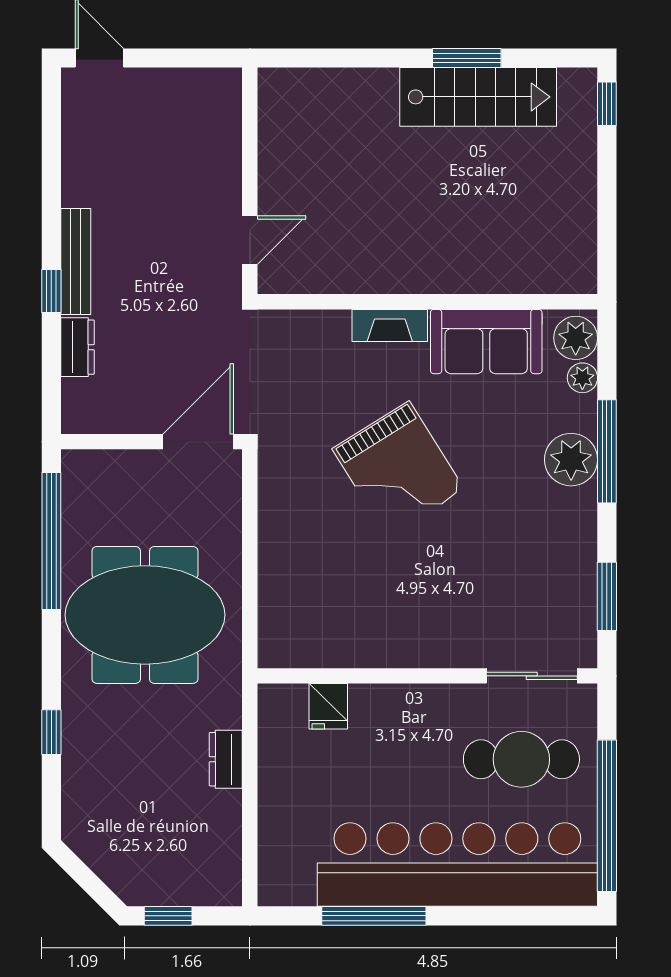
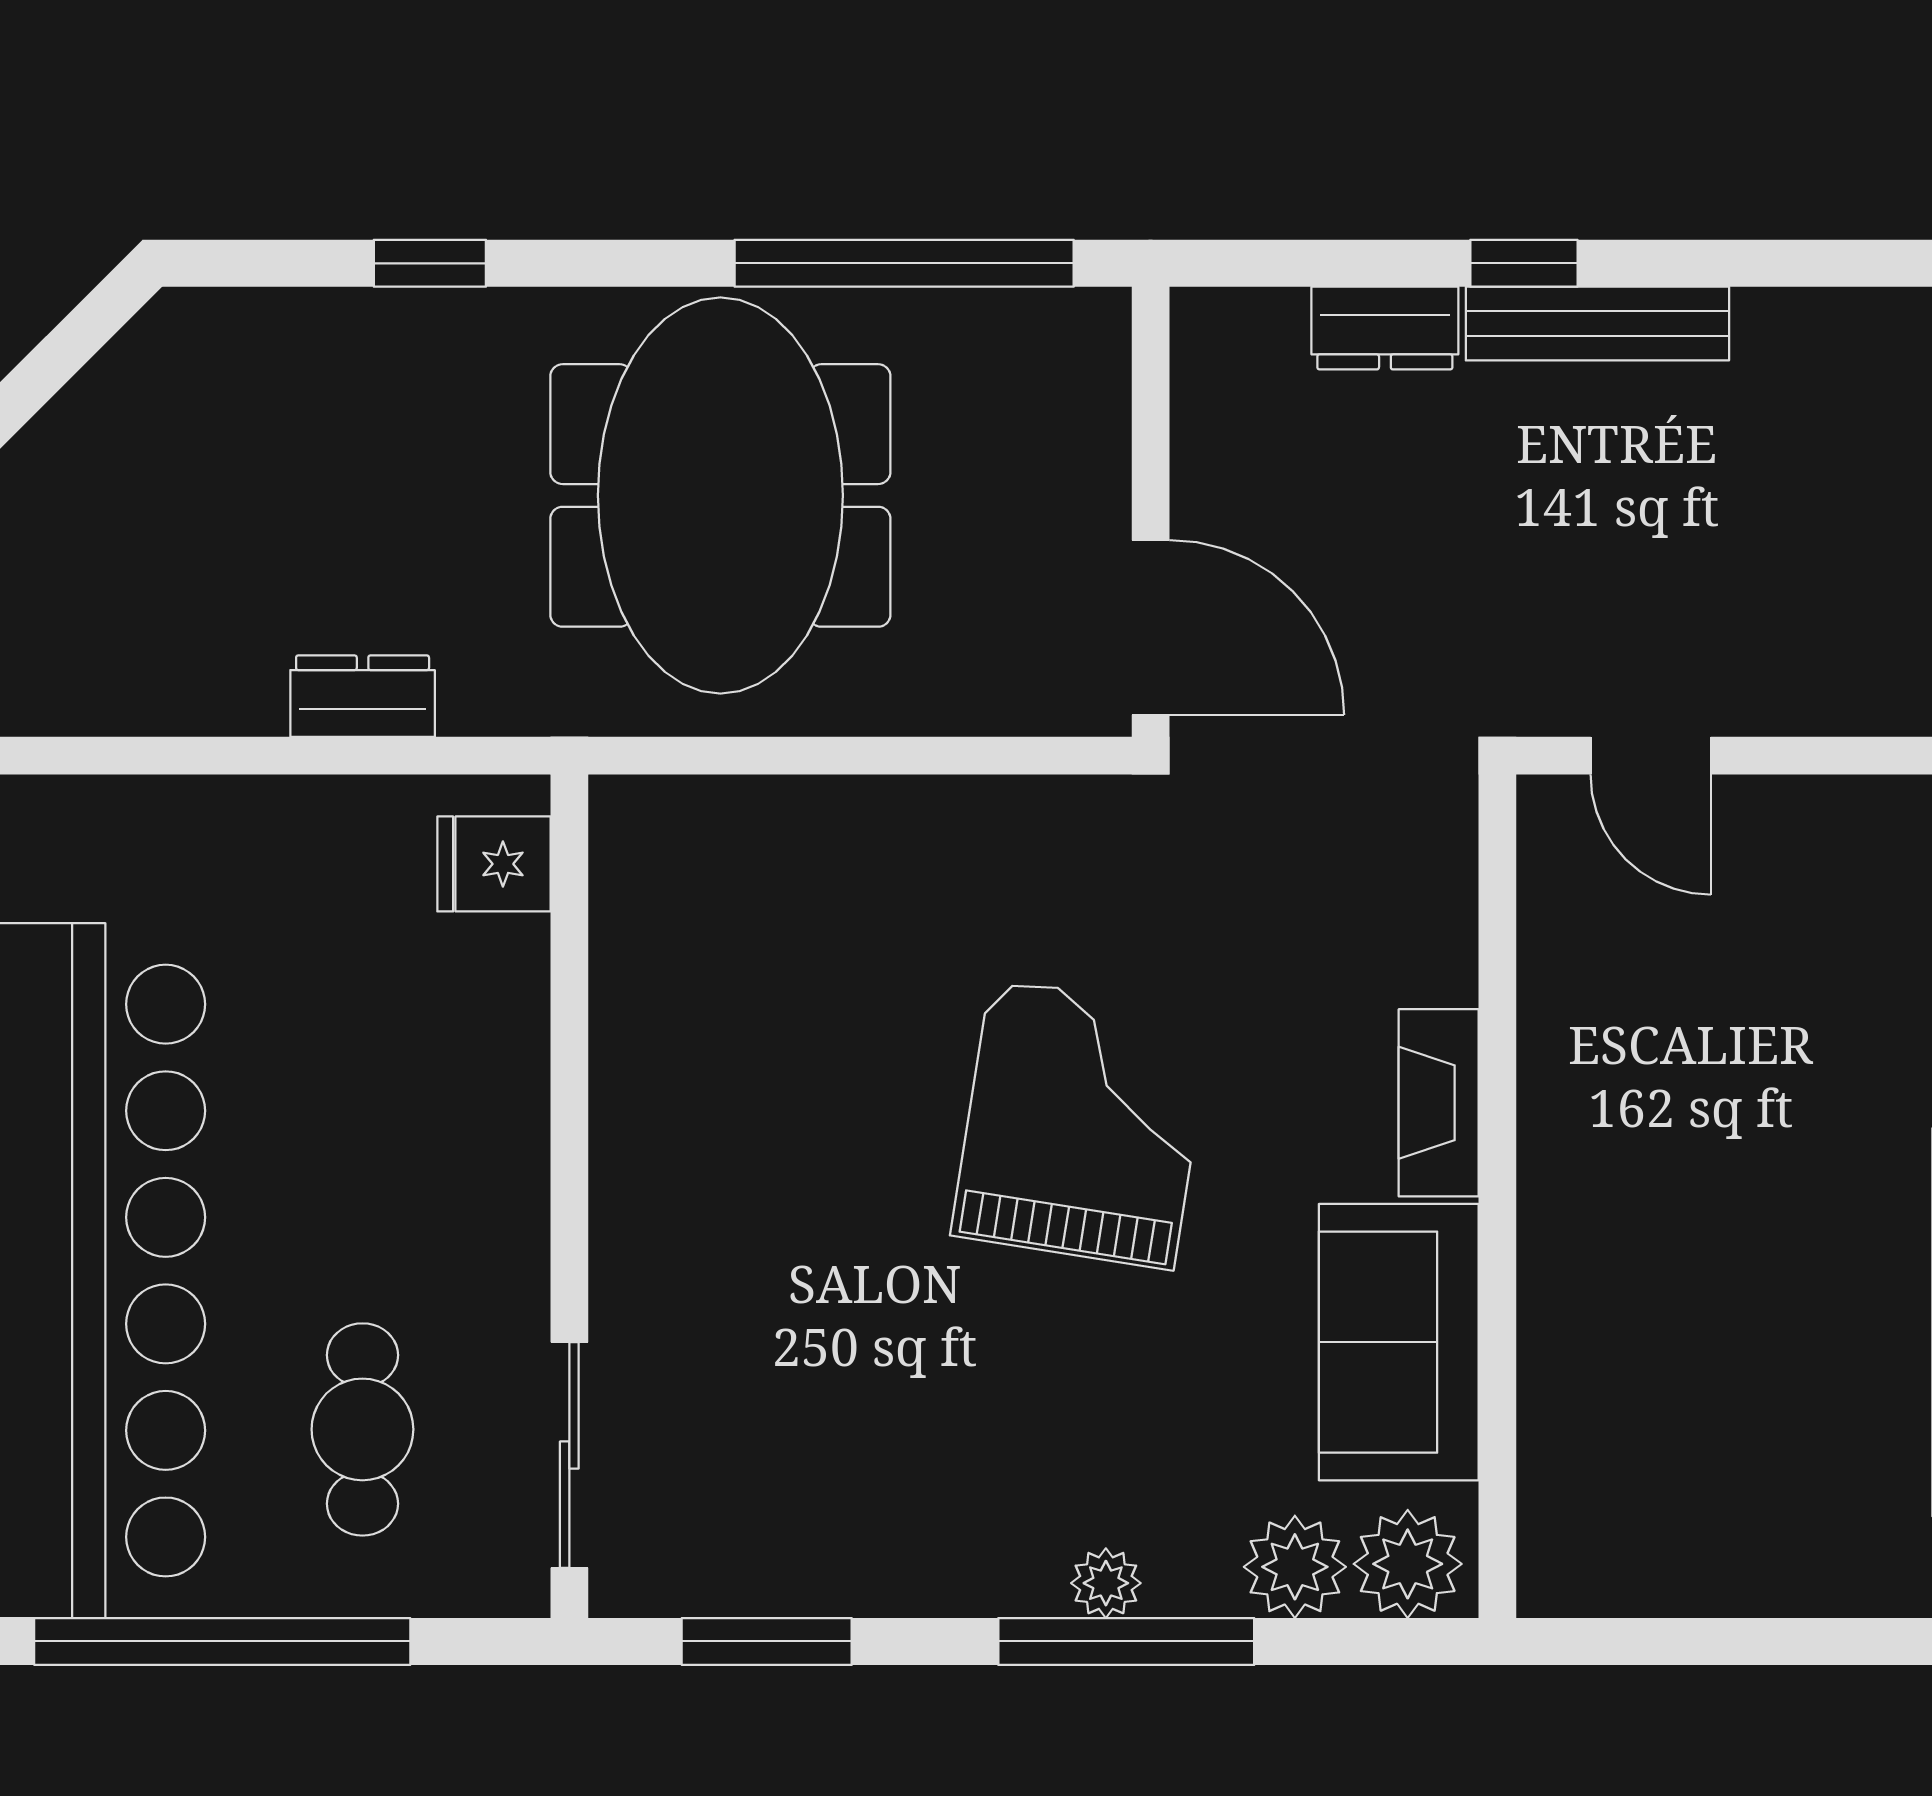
plant: (582, 378) -> (1295, 1567), width x1.38, depth x1.38
plant: (571, 460) -> (1106, 1583), width x0.53, depth x0.53
grand piano: (398, 469) -> (1082, 1124), turned 131
fridge: (328, 706) -> (494, 864), moved
cafe table: (521, 759) -> (362, 1429), width x0.73, depth x0.74

